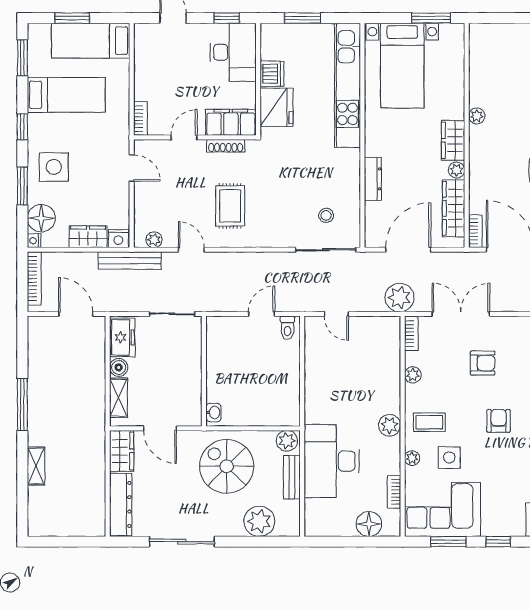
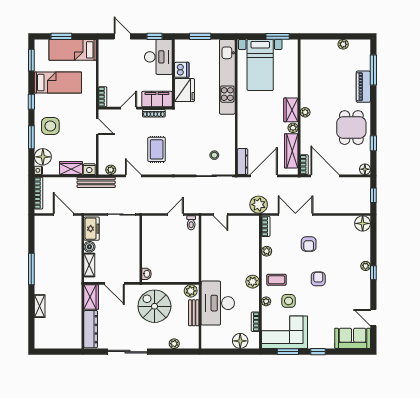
plant: (477, 116) -> (305, 112), moved
dresser: (373, 179) -> (243, 162), moved
armchair: (483, 363) -> (309, 244), turned 90
plant: (259, 521) -> (174, 344), width x0.53, depth x0.53

